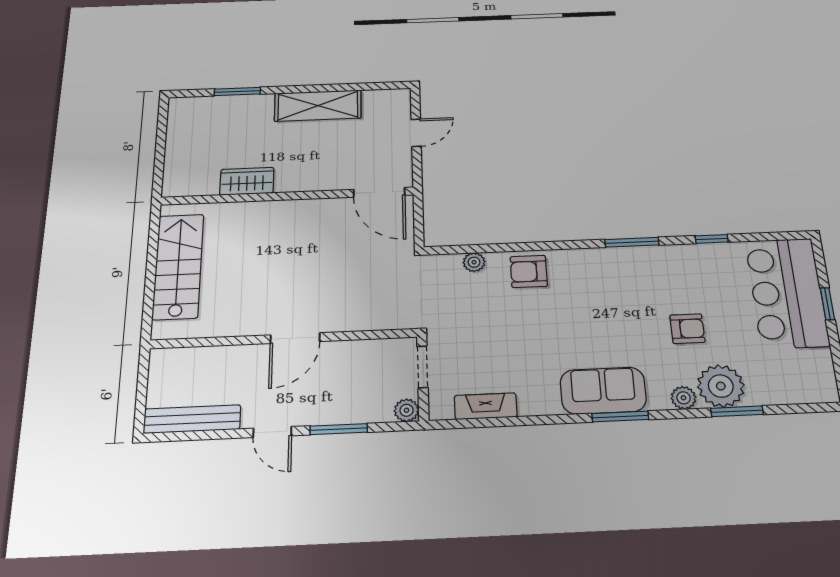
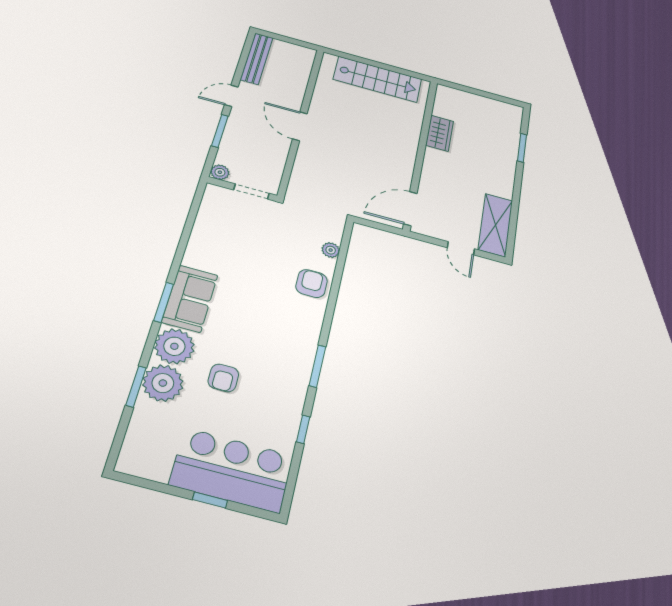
shelving: (318, 106) -> (495, 225), moved
plant: (684, 398) -> (174, 346), width x1.87, depth x1.87
fireplace: (486, 406) -> (205, 219), removed

